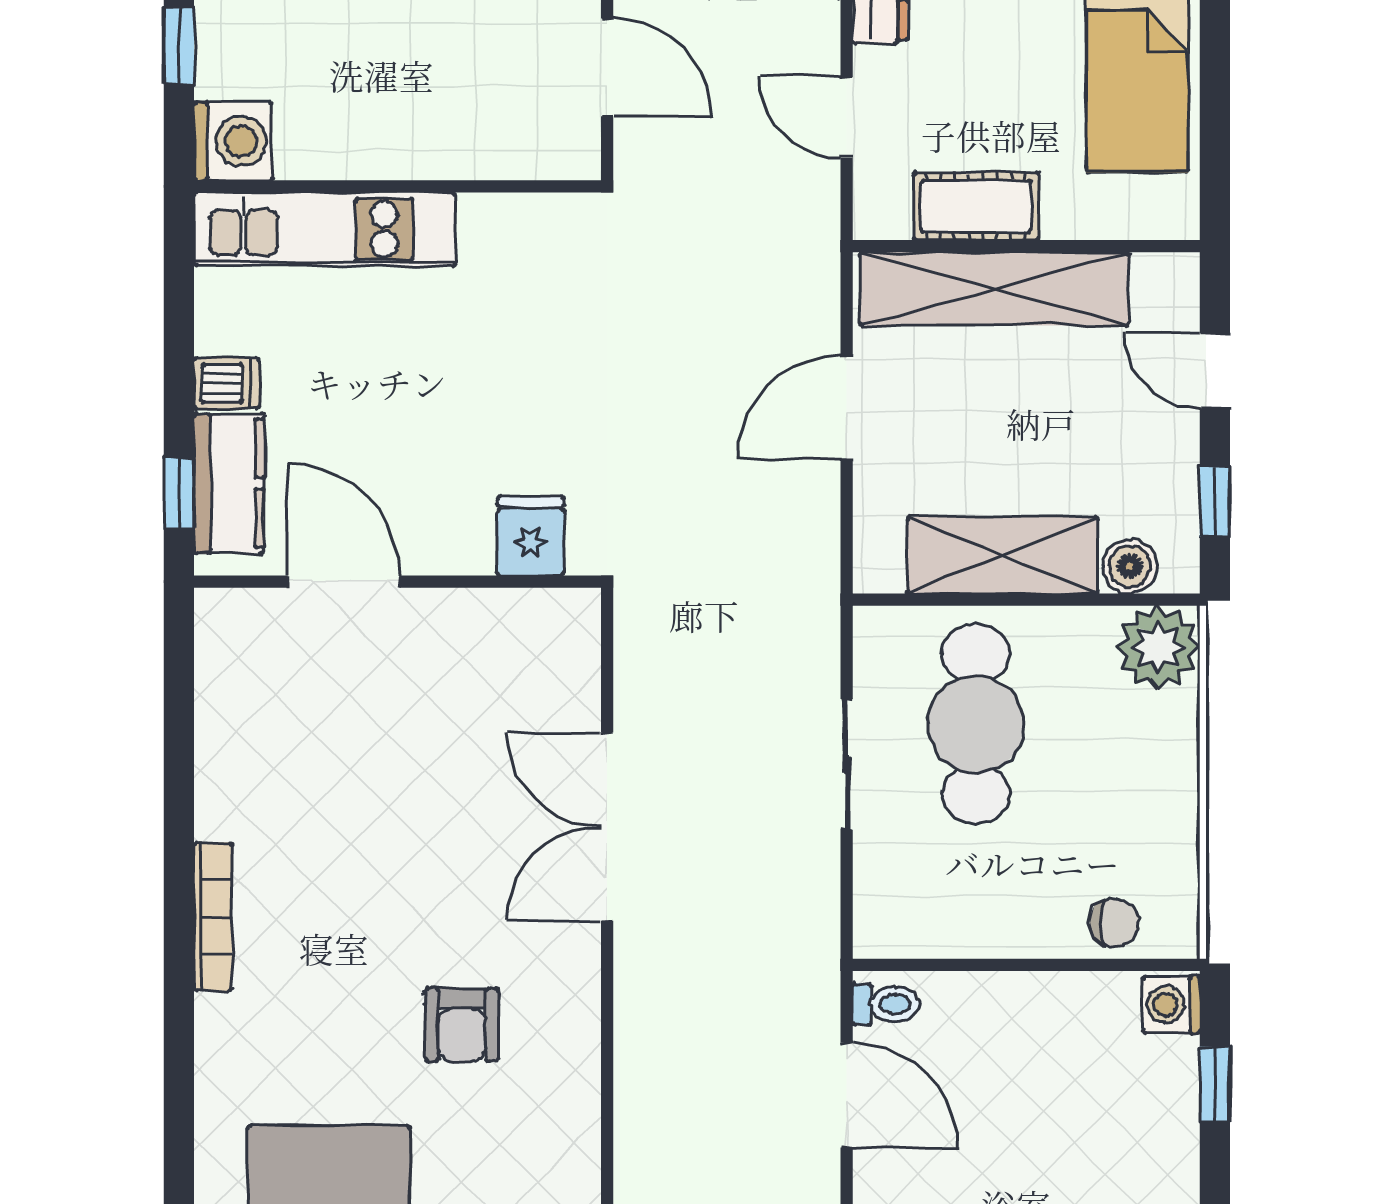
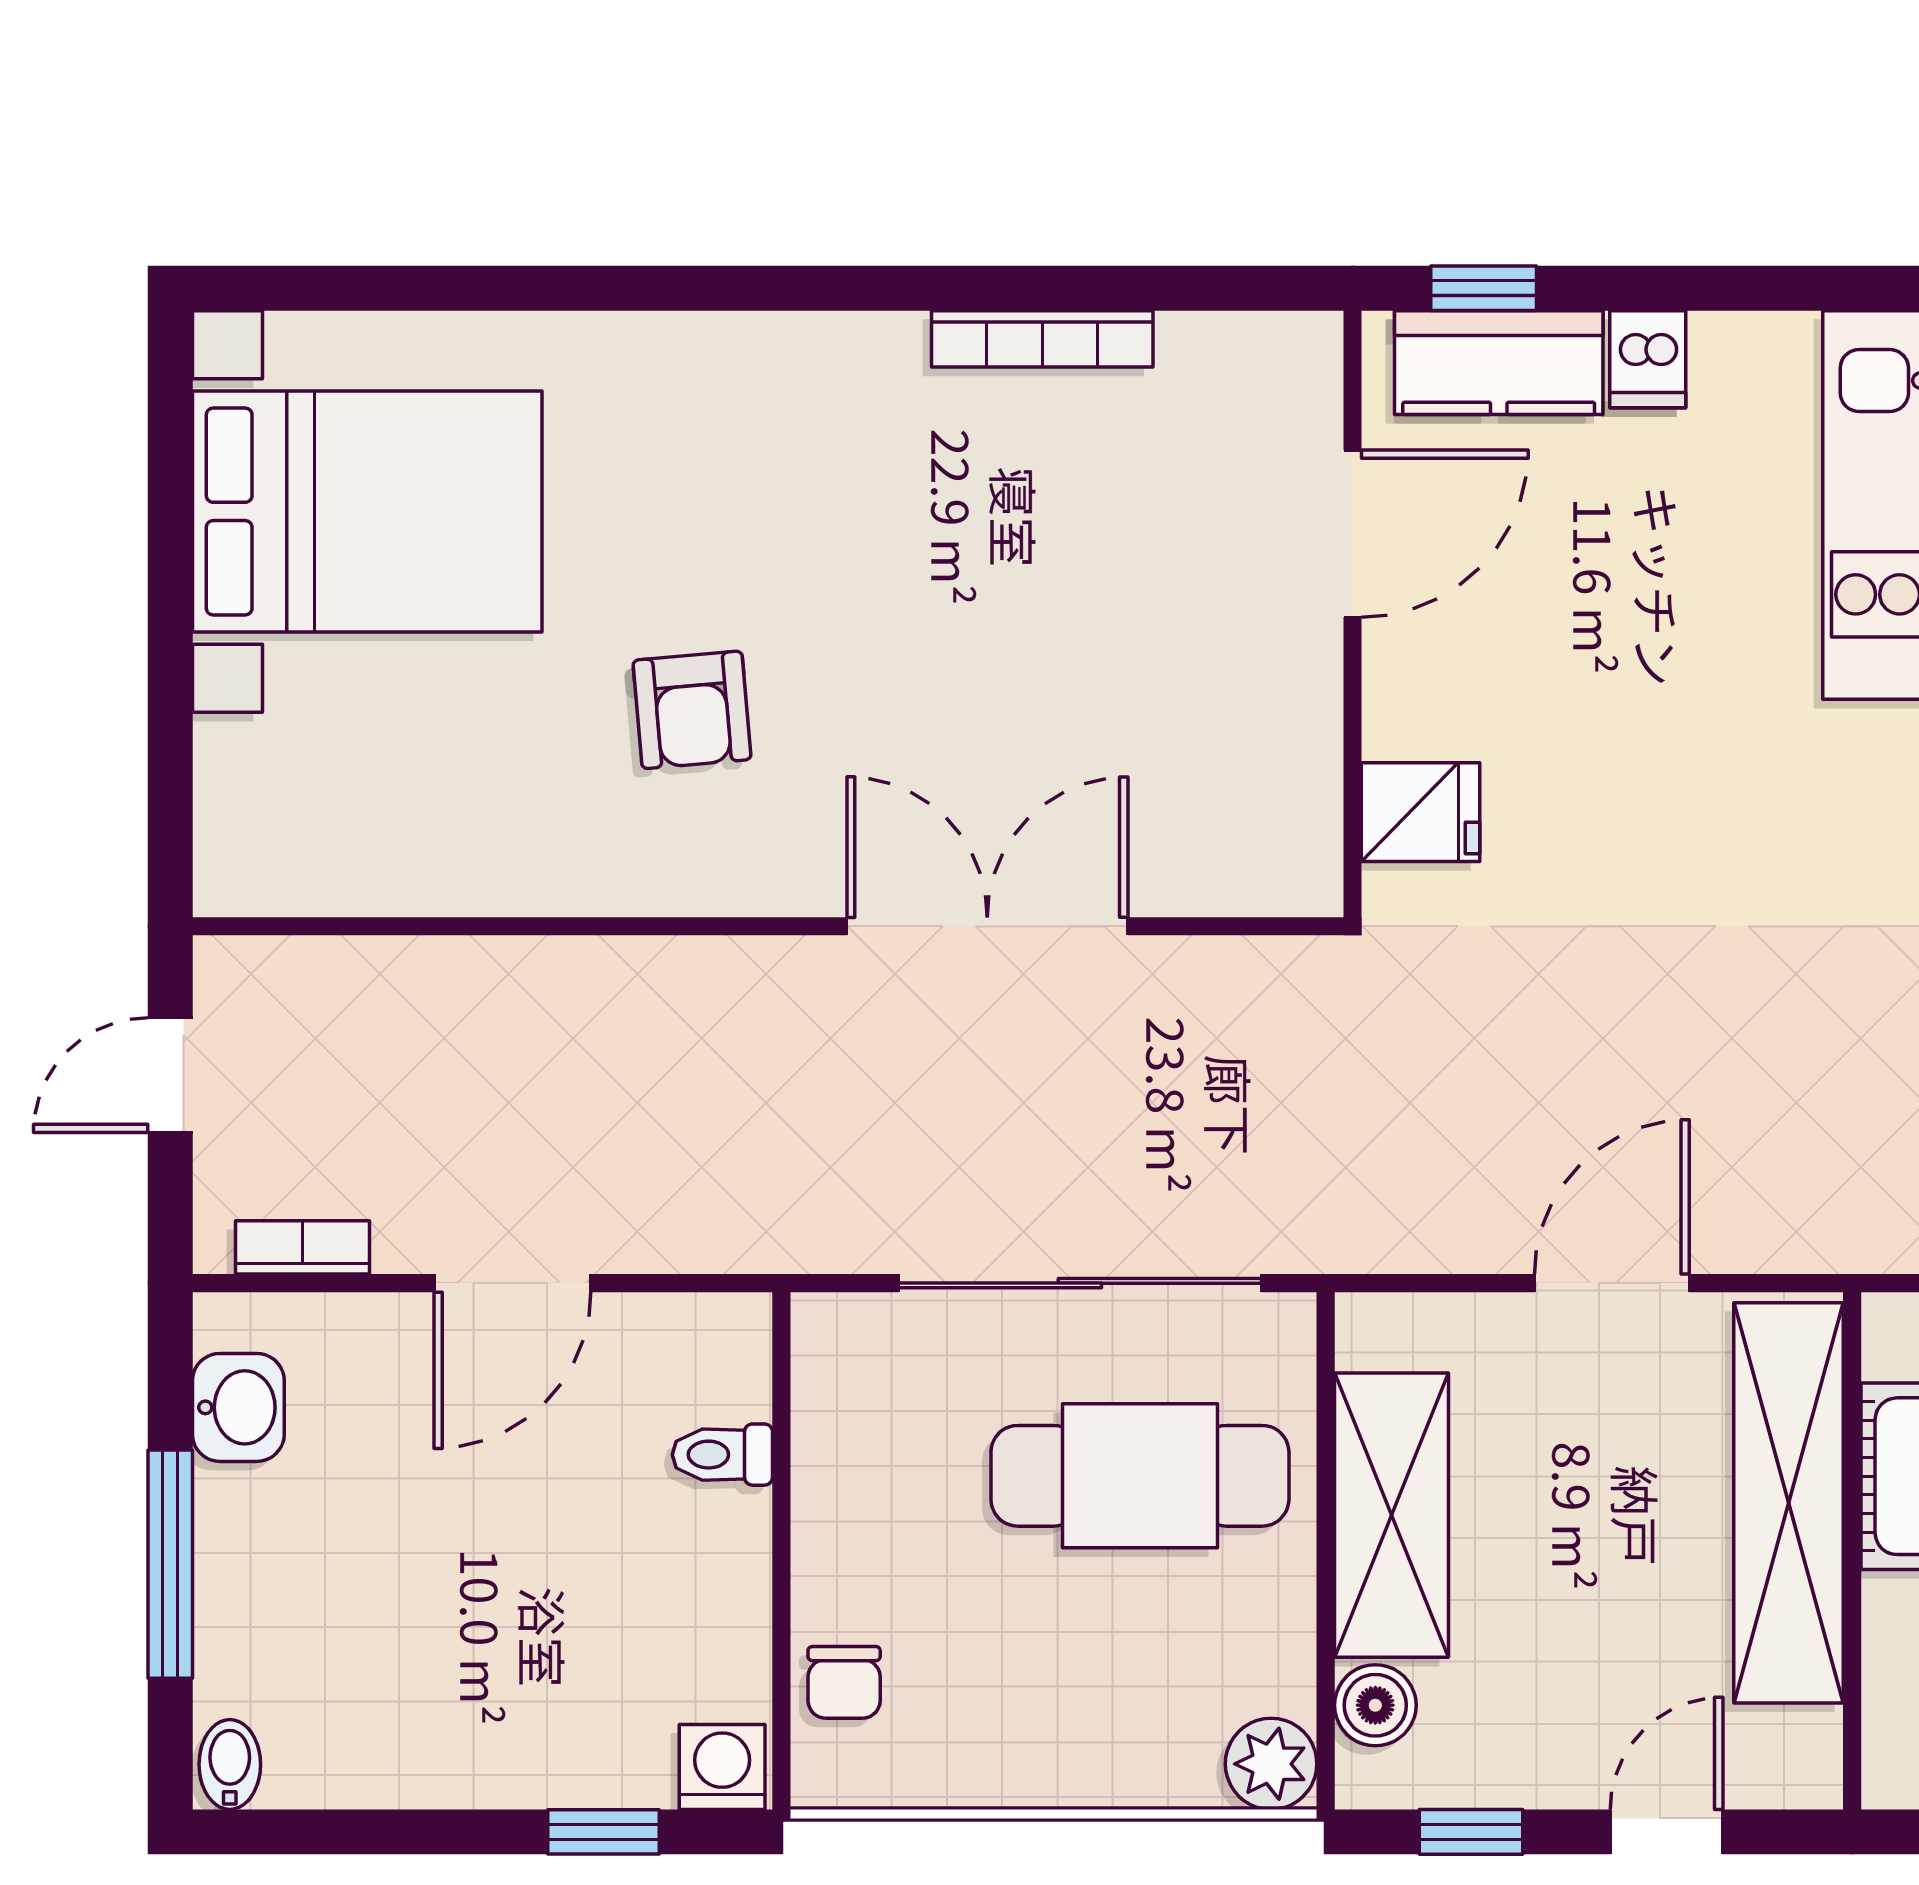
door: (847, 407) -> (1612, 1283), hinge flipped
plant: (1158, 647) -> (1271, 1764), width x0.73, depth x0.73
sliding door: (847, 764) -> (1080, 1283), width x1.86
bookcase: (213, 917) -> (1042, 339), moved
toilet: (886, 1004) -> (722, 1455), moved, turned 90
armchair: (462, 1025) -> (692, 710), turned -95
door: (847, 1095) -> (512, 1283), moved

